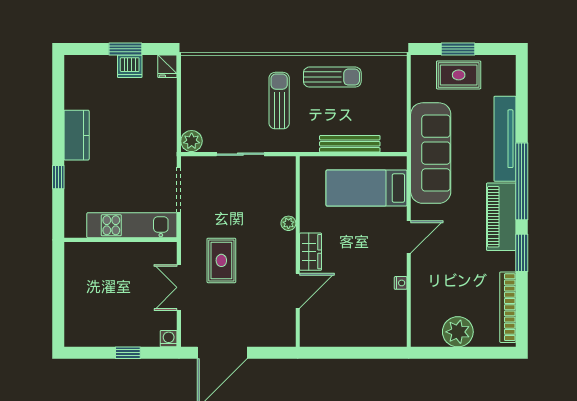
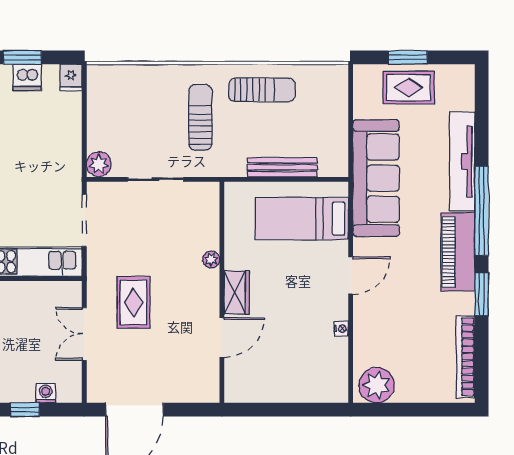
plant: (458, 332) -> (377, 385), moved
washing machine: (169, 339) -> (46, 393), moved

